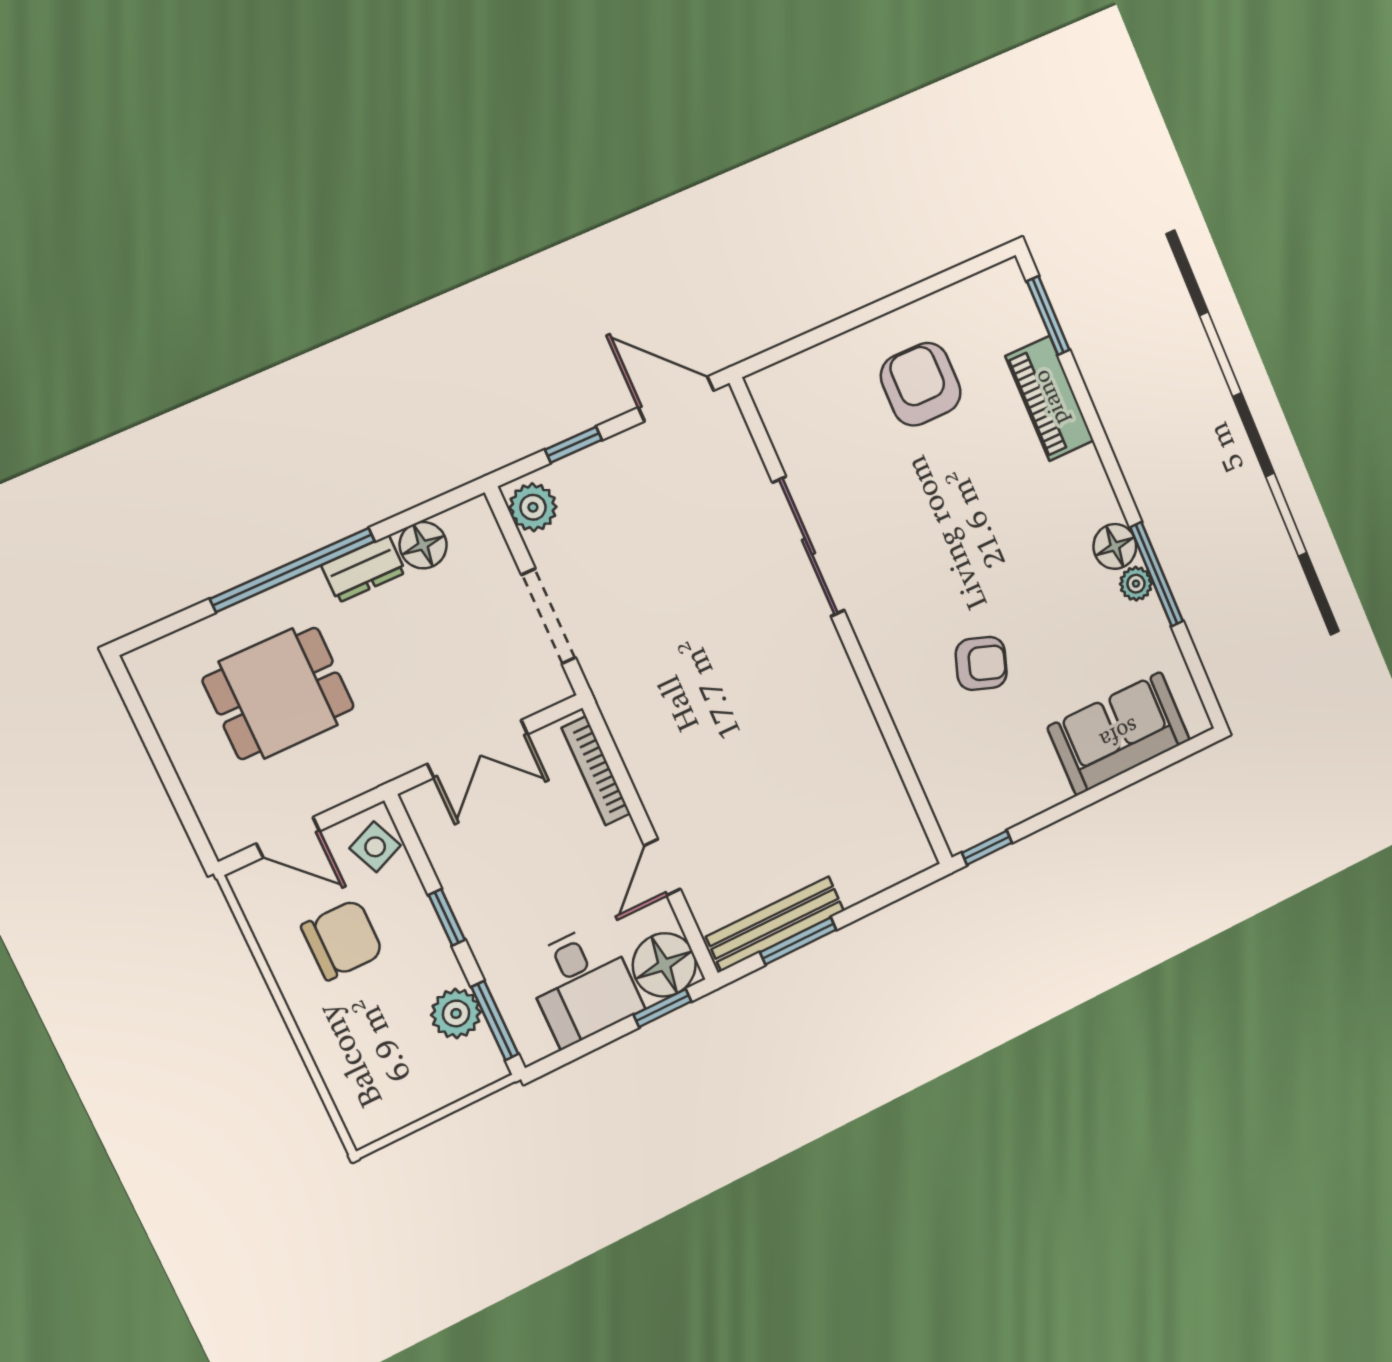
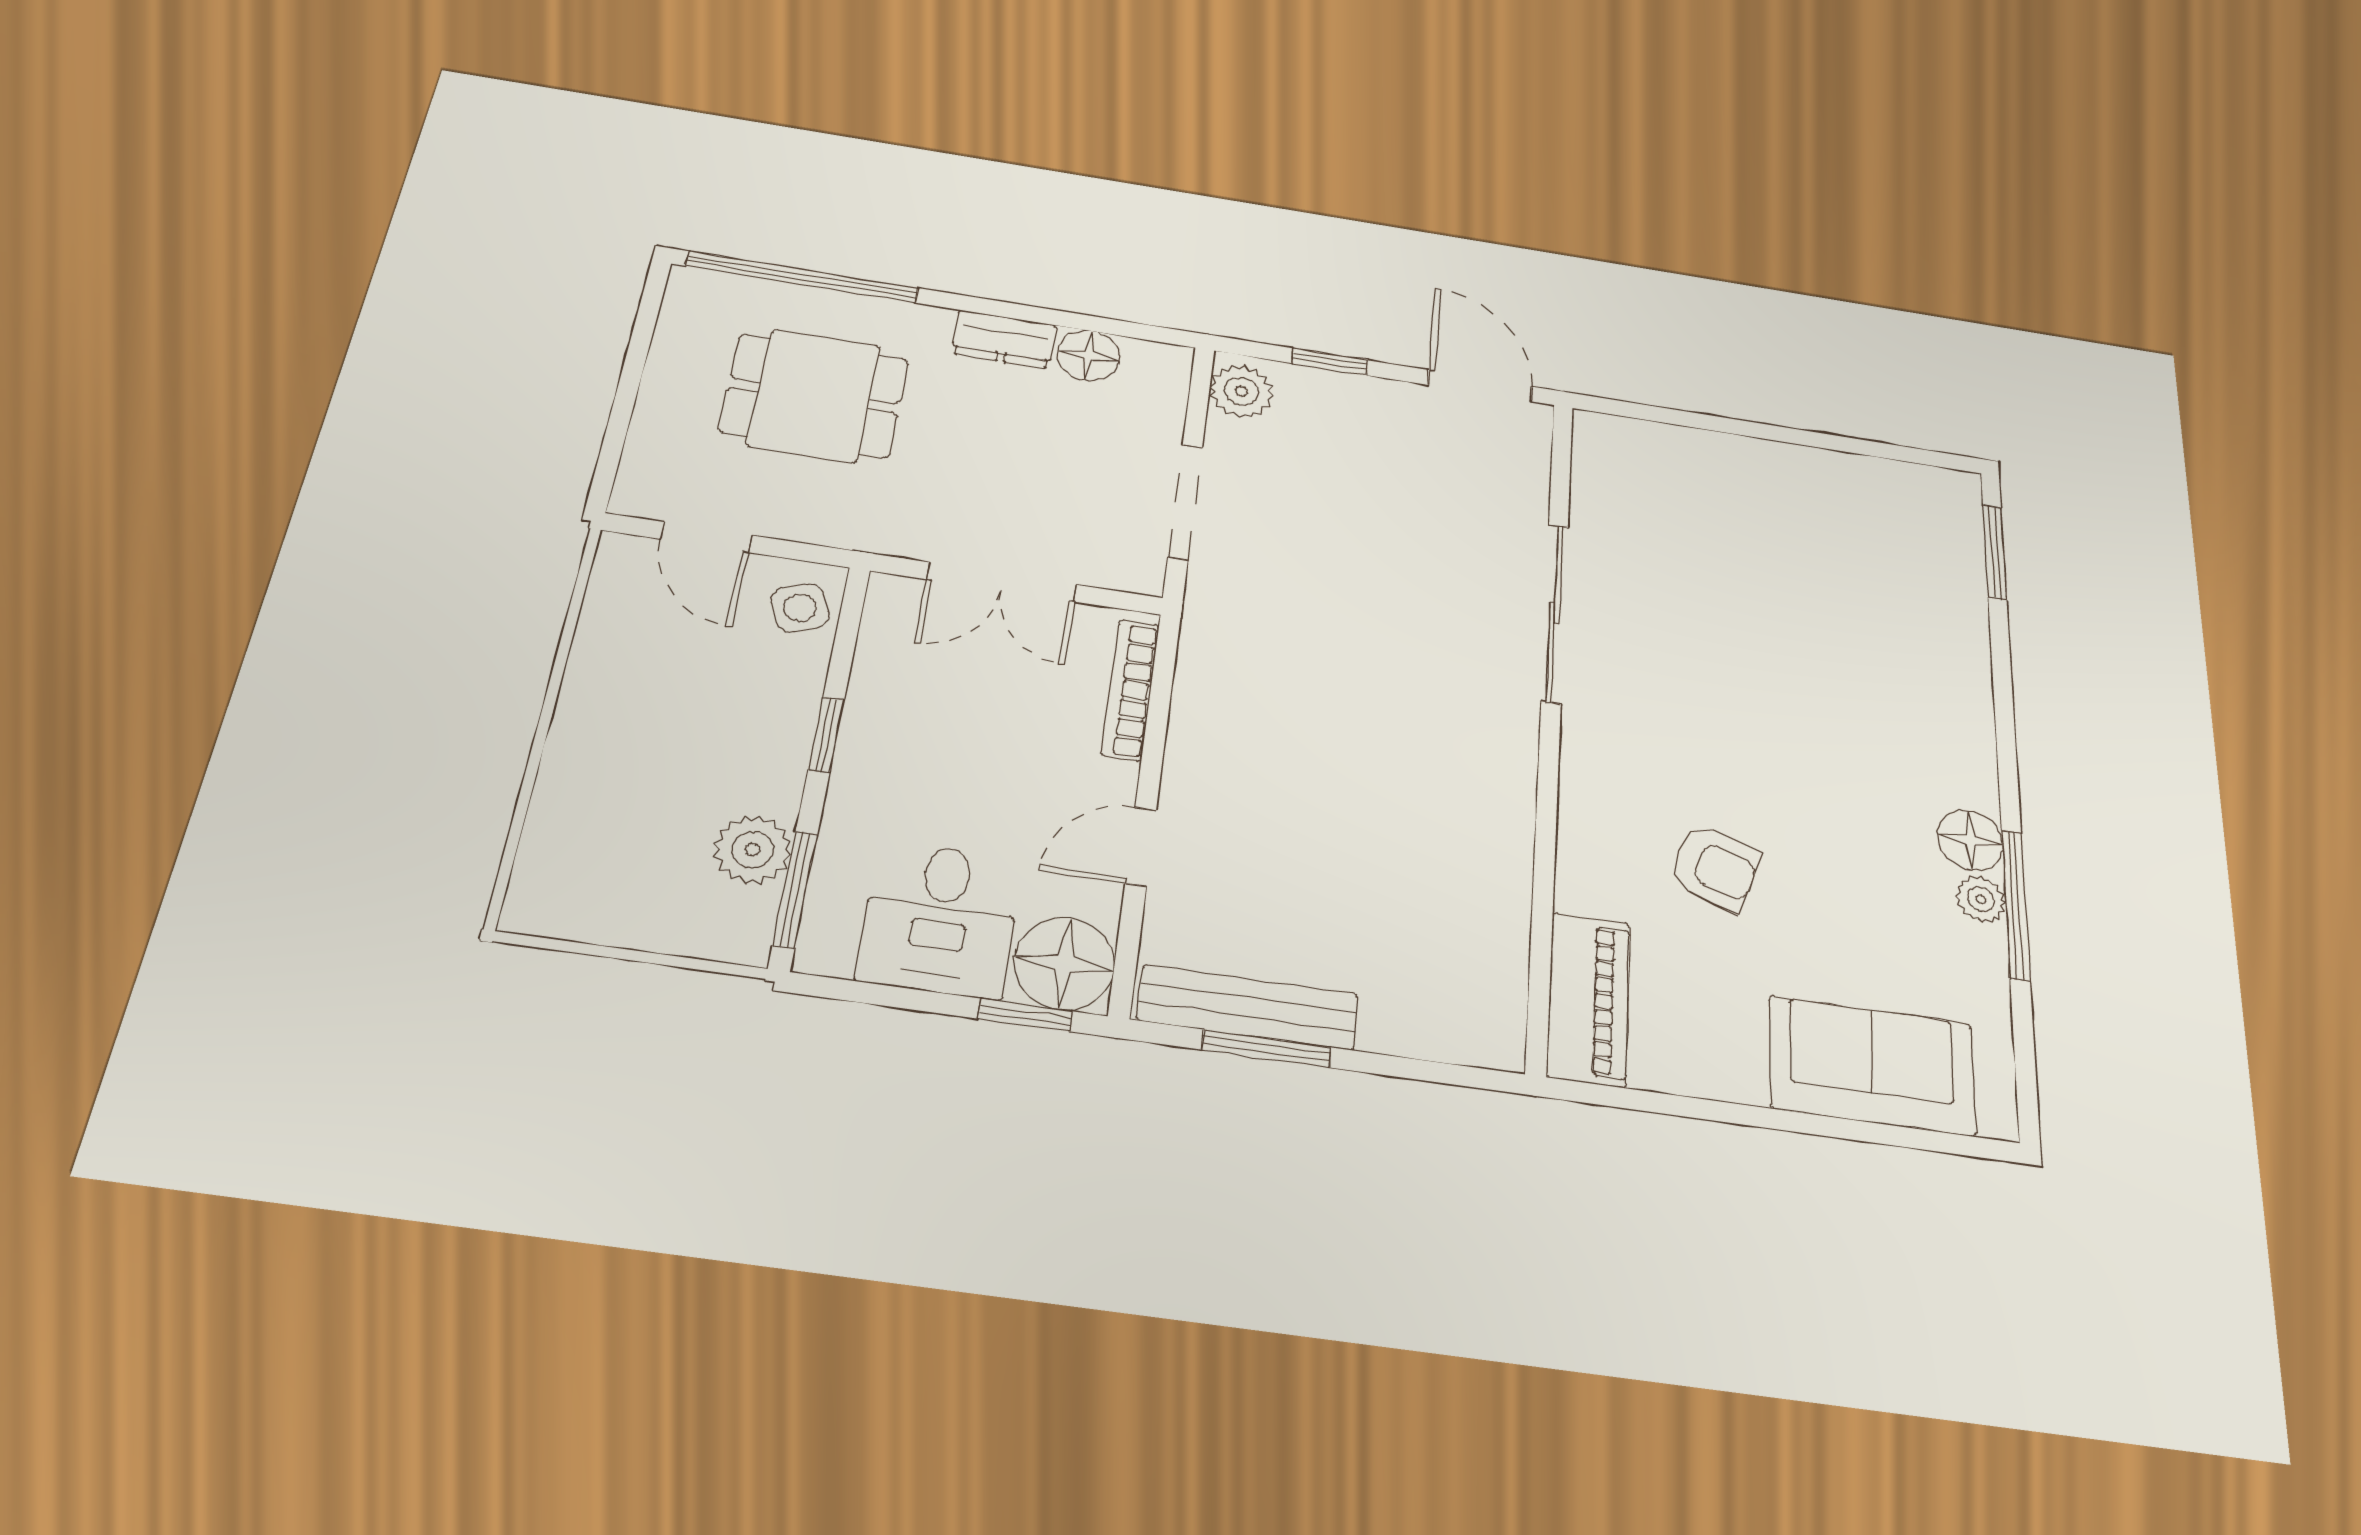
armchair: (921, 384) -> (1793, 532), removed
piano: (1050, 398) -> (1589, 999), moved, turned 180
window: (293, 570) -> (802, 277), moved
window: (987, 848) -> (1604, 1095), removed
chair: (342, 940) -> (681, 680), removed

